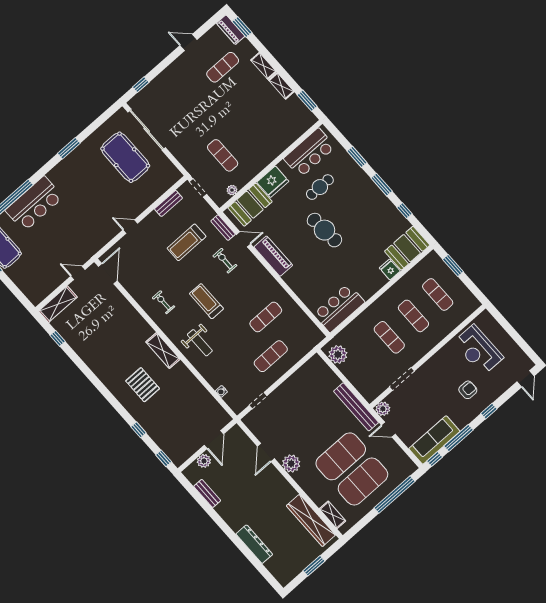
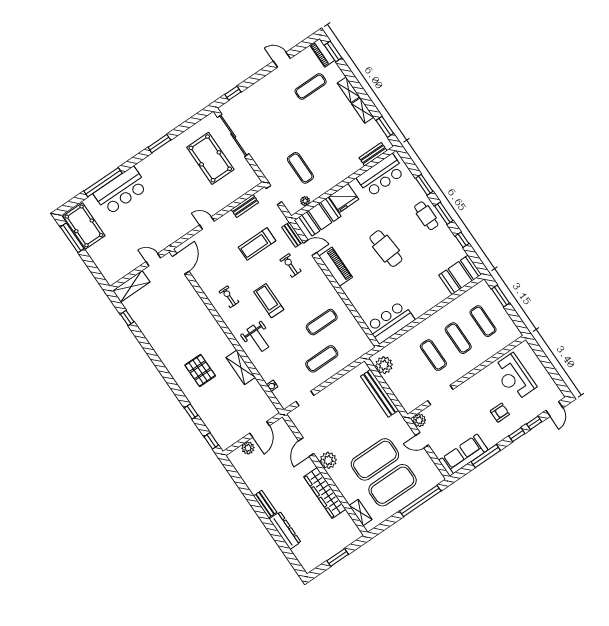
bench: (298, 131) -> (373, 154), added
cafe table: (320, 187) -> (426, 216), moved, turned 90
fridge: (390, 270) -> (442, 293), removed
shelving: (163, 351) -> (241, 367), moved
bench: (356, 407) -> (380, 393), moved
window: (435, 459) -> (534, 423), moved
bench: (207, 493) -> (265, 504), moved
wardrobe: (311, 520) -> (325, 493), moved

